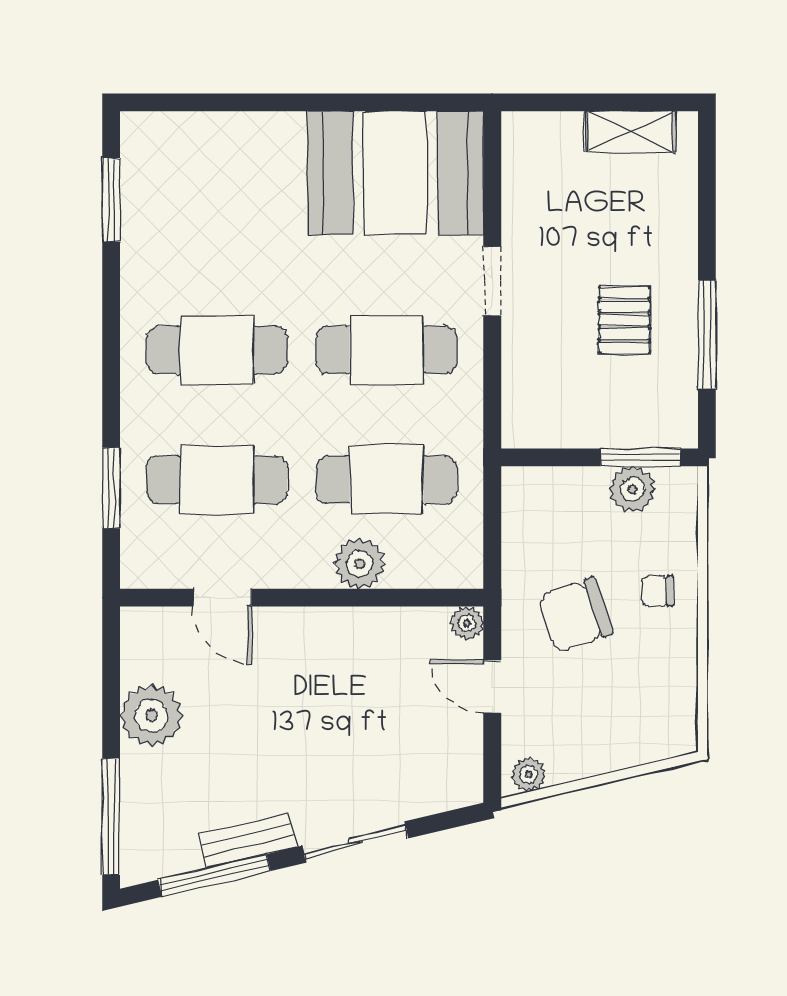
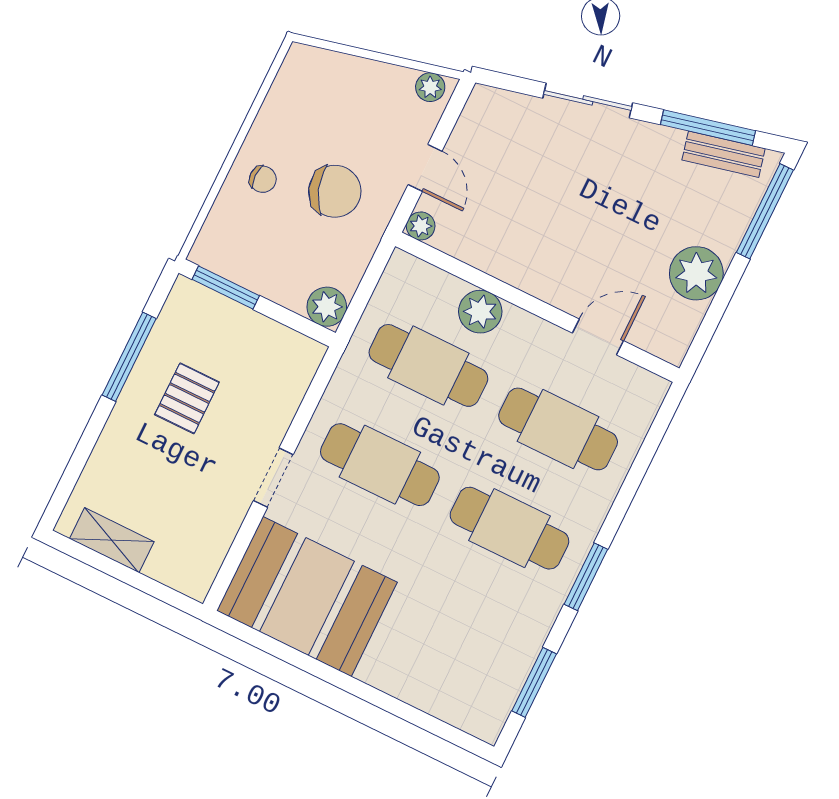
window: (111, 488) -> (586, 577), moved
plant: (632, 489) -> (327, 307), moved
door: (222, 598) -> (598, 337), hinge flipped
bench: (248, 840) -> (724, 154), moved

